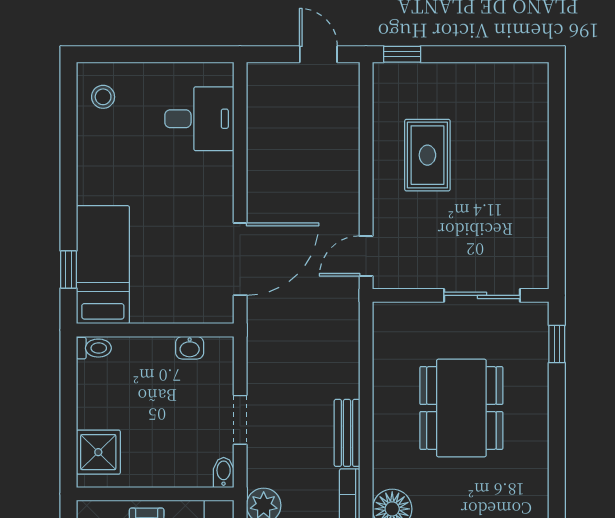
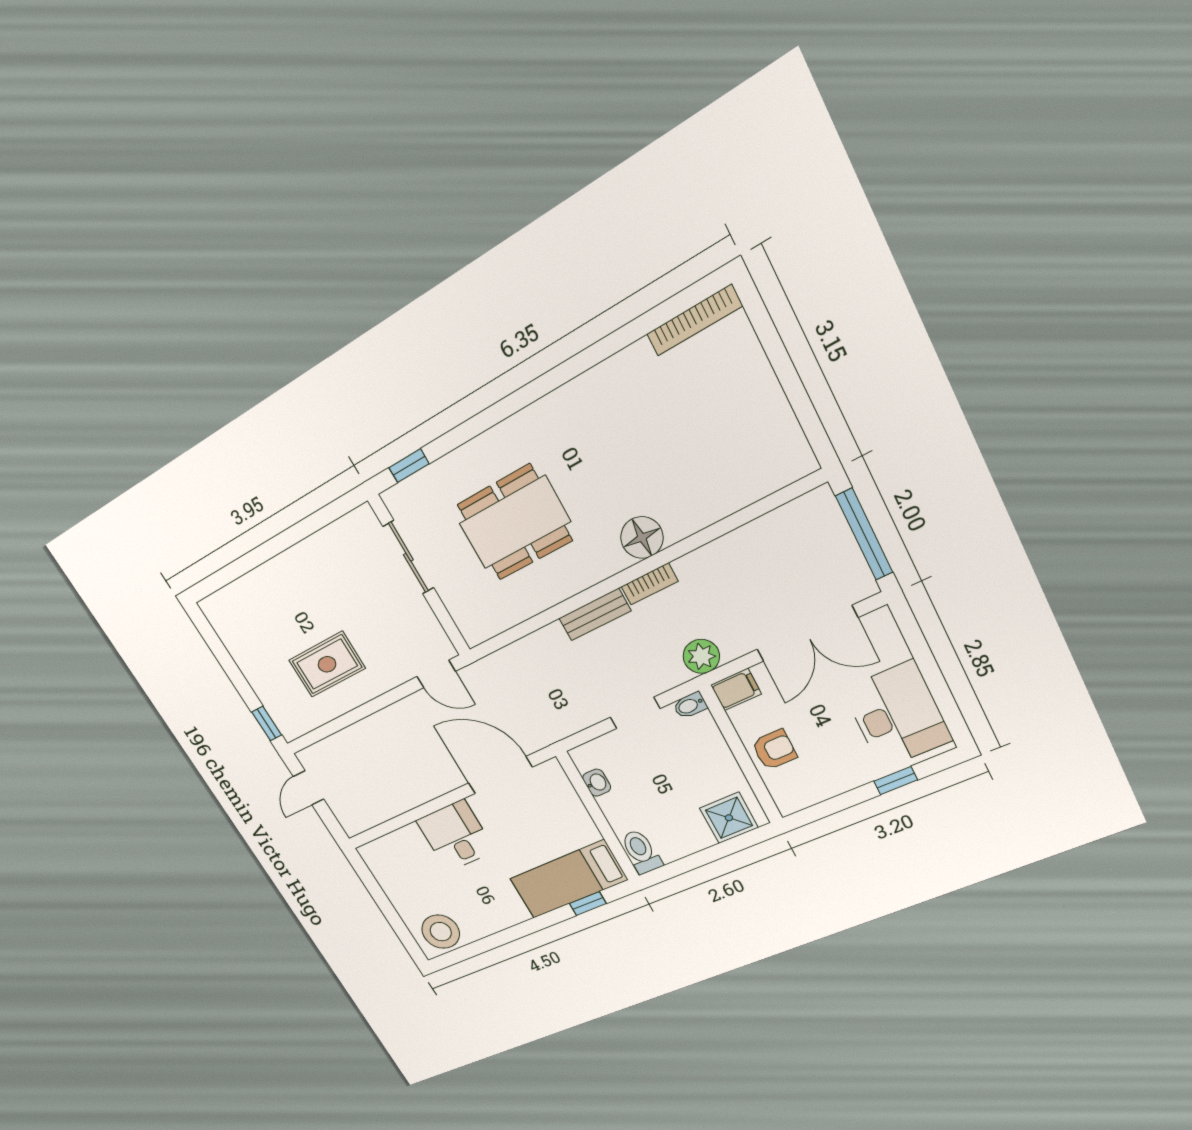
stool: (103, 97) -> (441, 932), width x1.89, depth x1.89
desk: (199, 119) -> (456, 836), moved
toilet: (94, 348) -> (641, 852), width x1.37, depth x1.39

